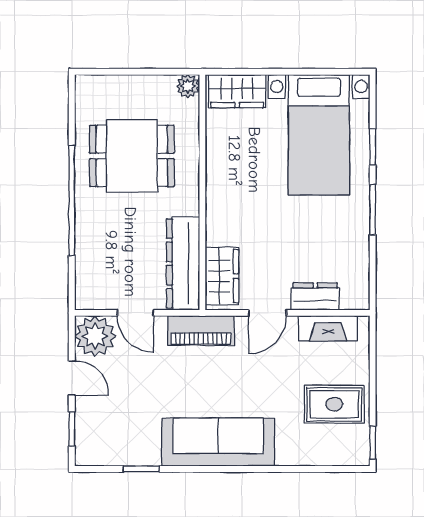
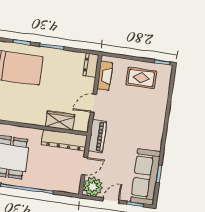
wardrobe: (222, 276) -> (60, 121), moved
dresser: (315, 296) -> (91, 65), moved
door: (268, 313) -> (93, 103), swing flipped
rug: (334, 404) -> (141, 78), turned 90
sofa: (218, 442) -> (145, 177), moved

